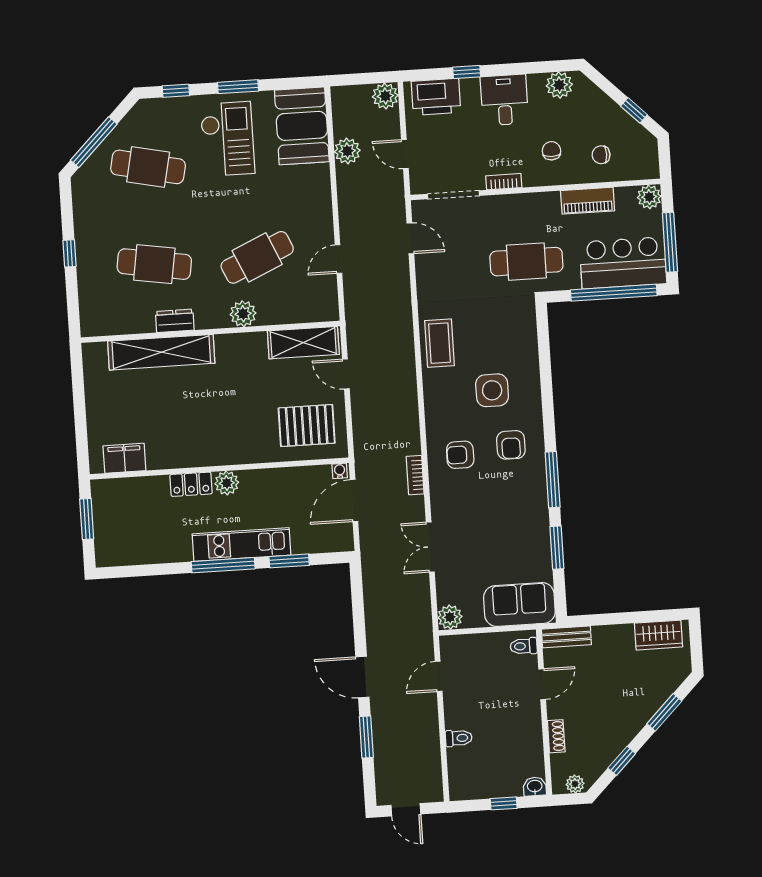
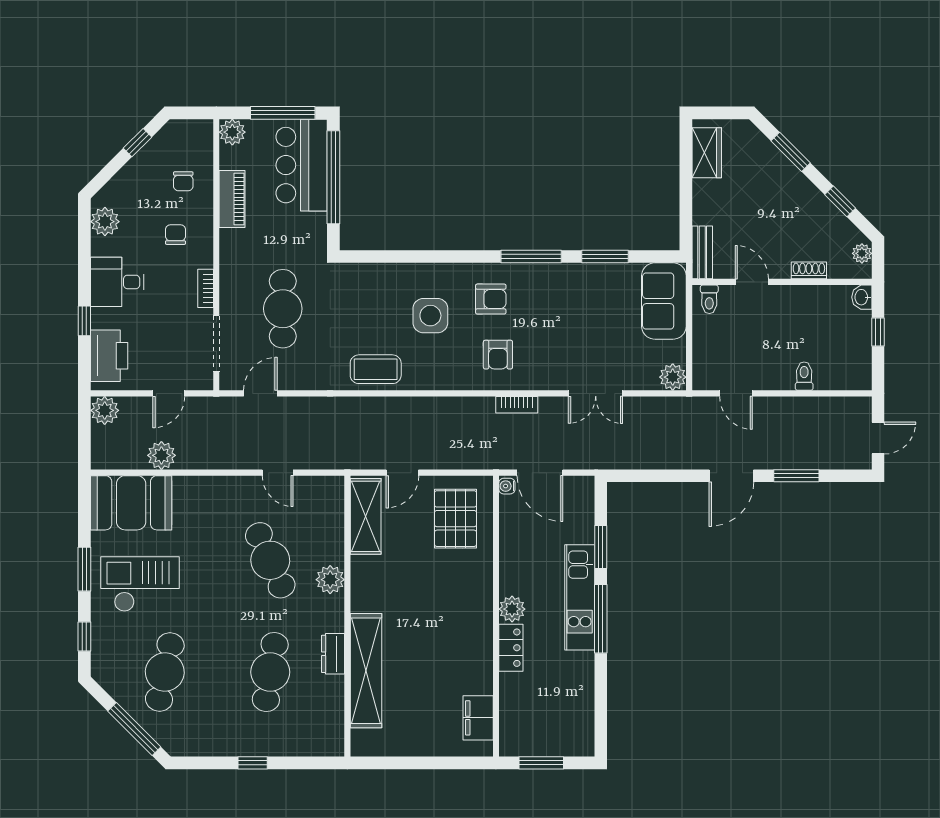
chair: (551, 151) -> (175, 235), turned 90
cafe table: (526, 262) -> (283, 309), moved

